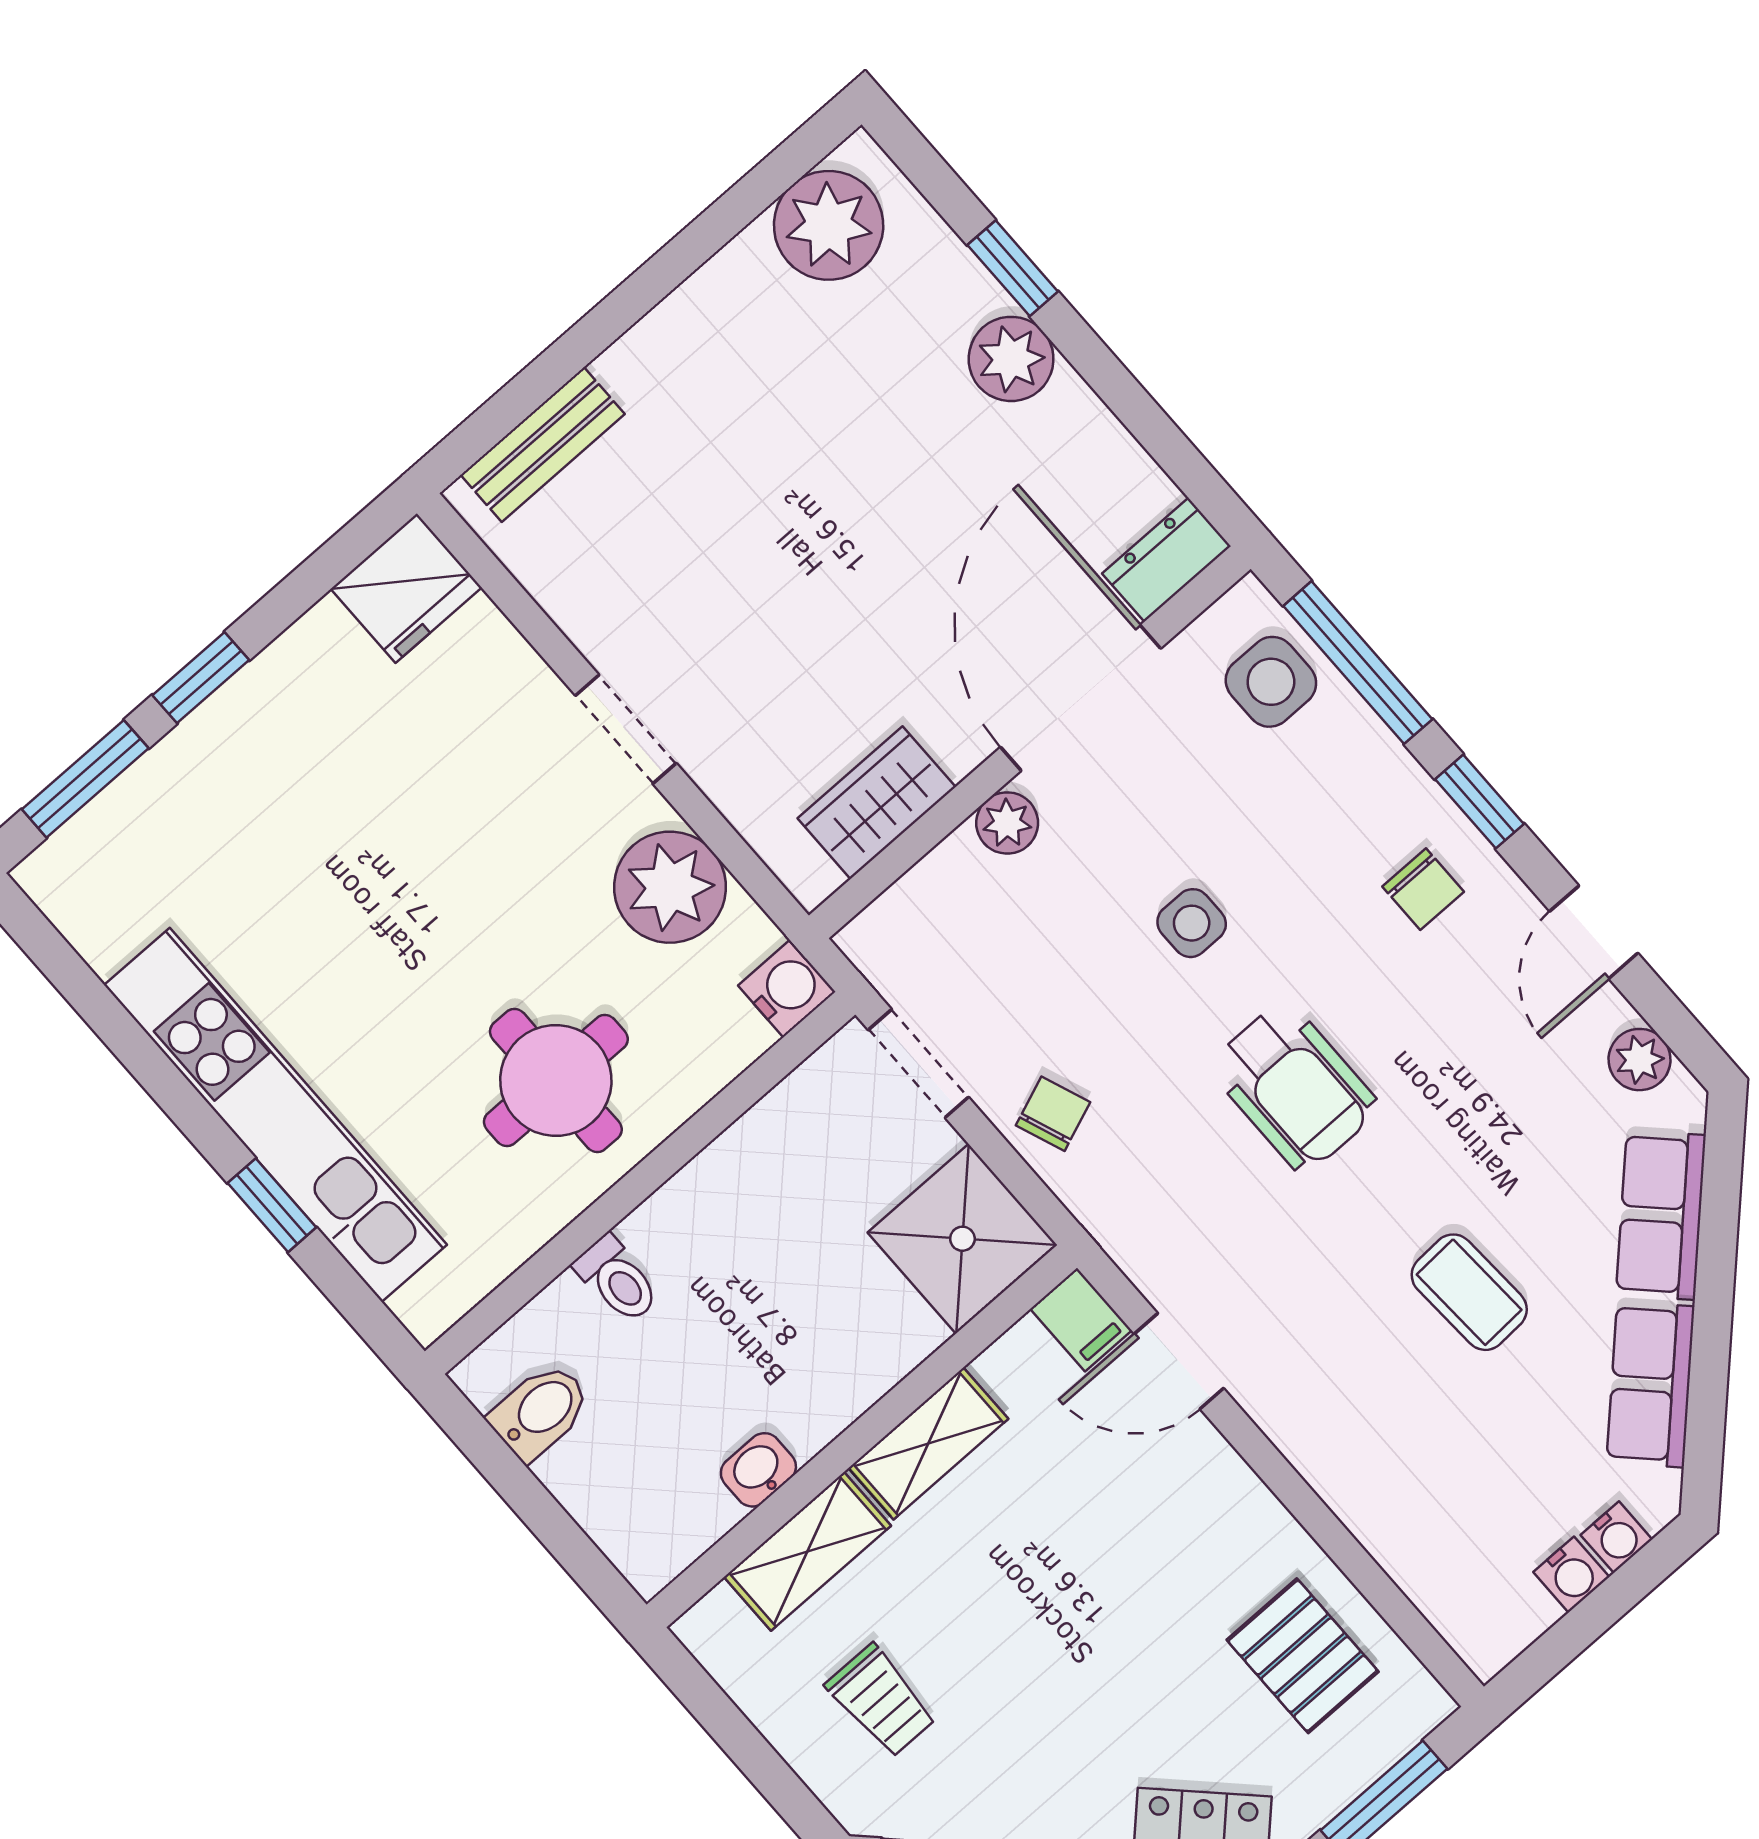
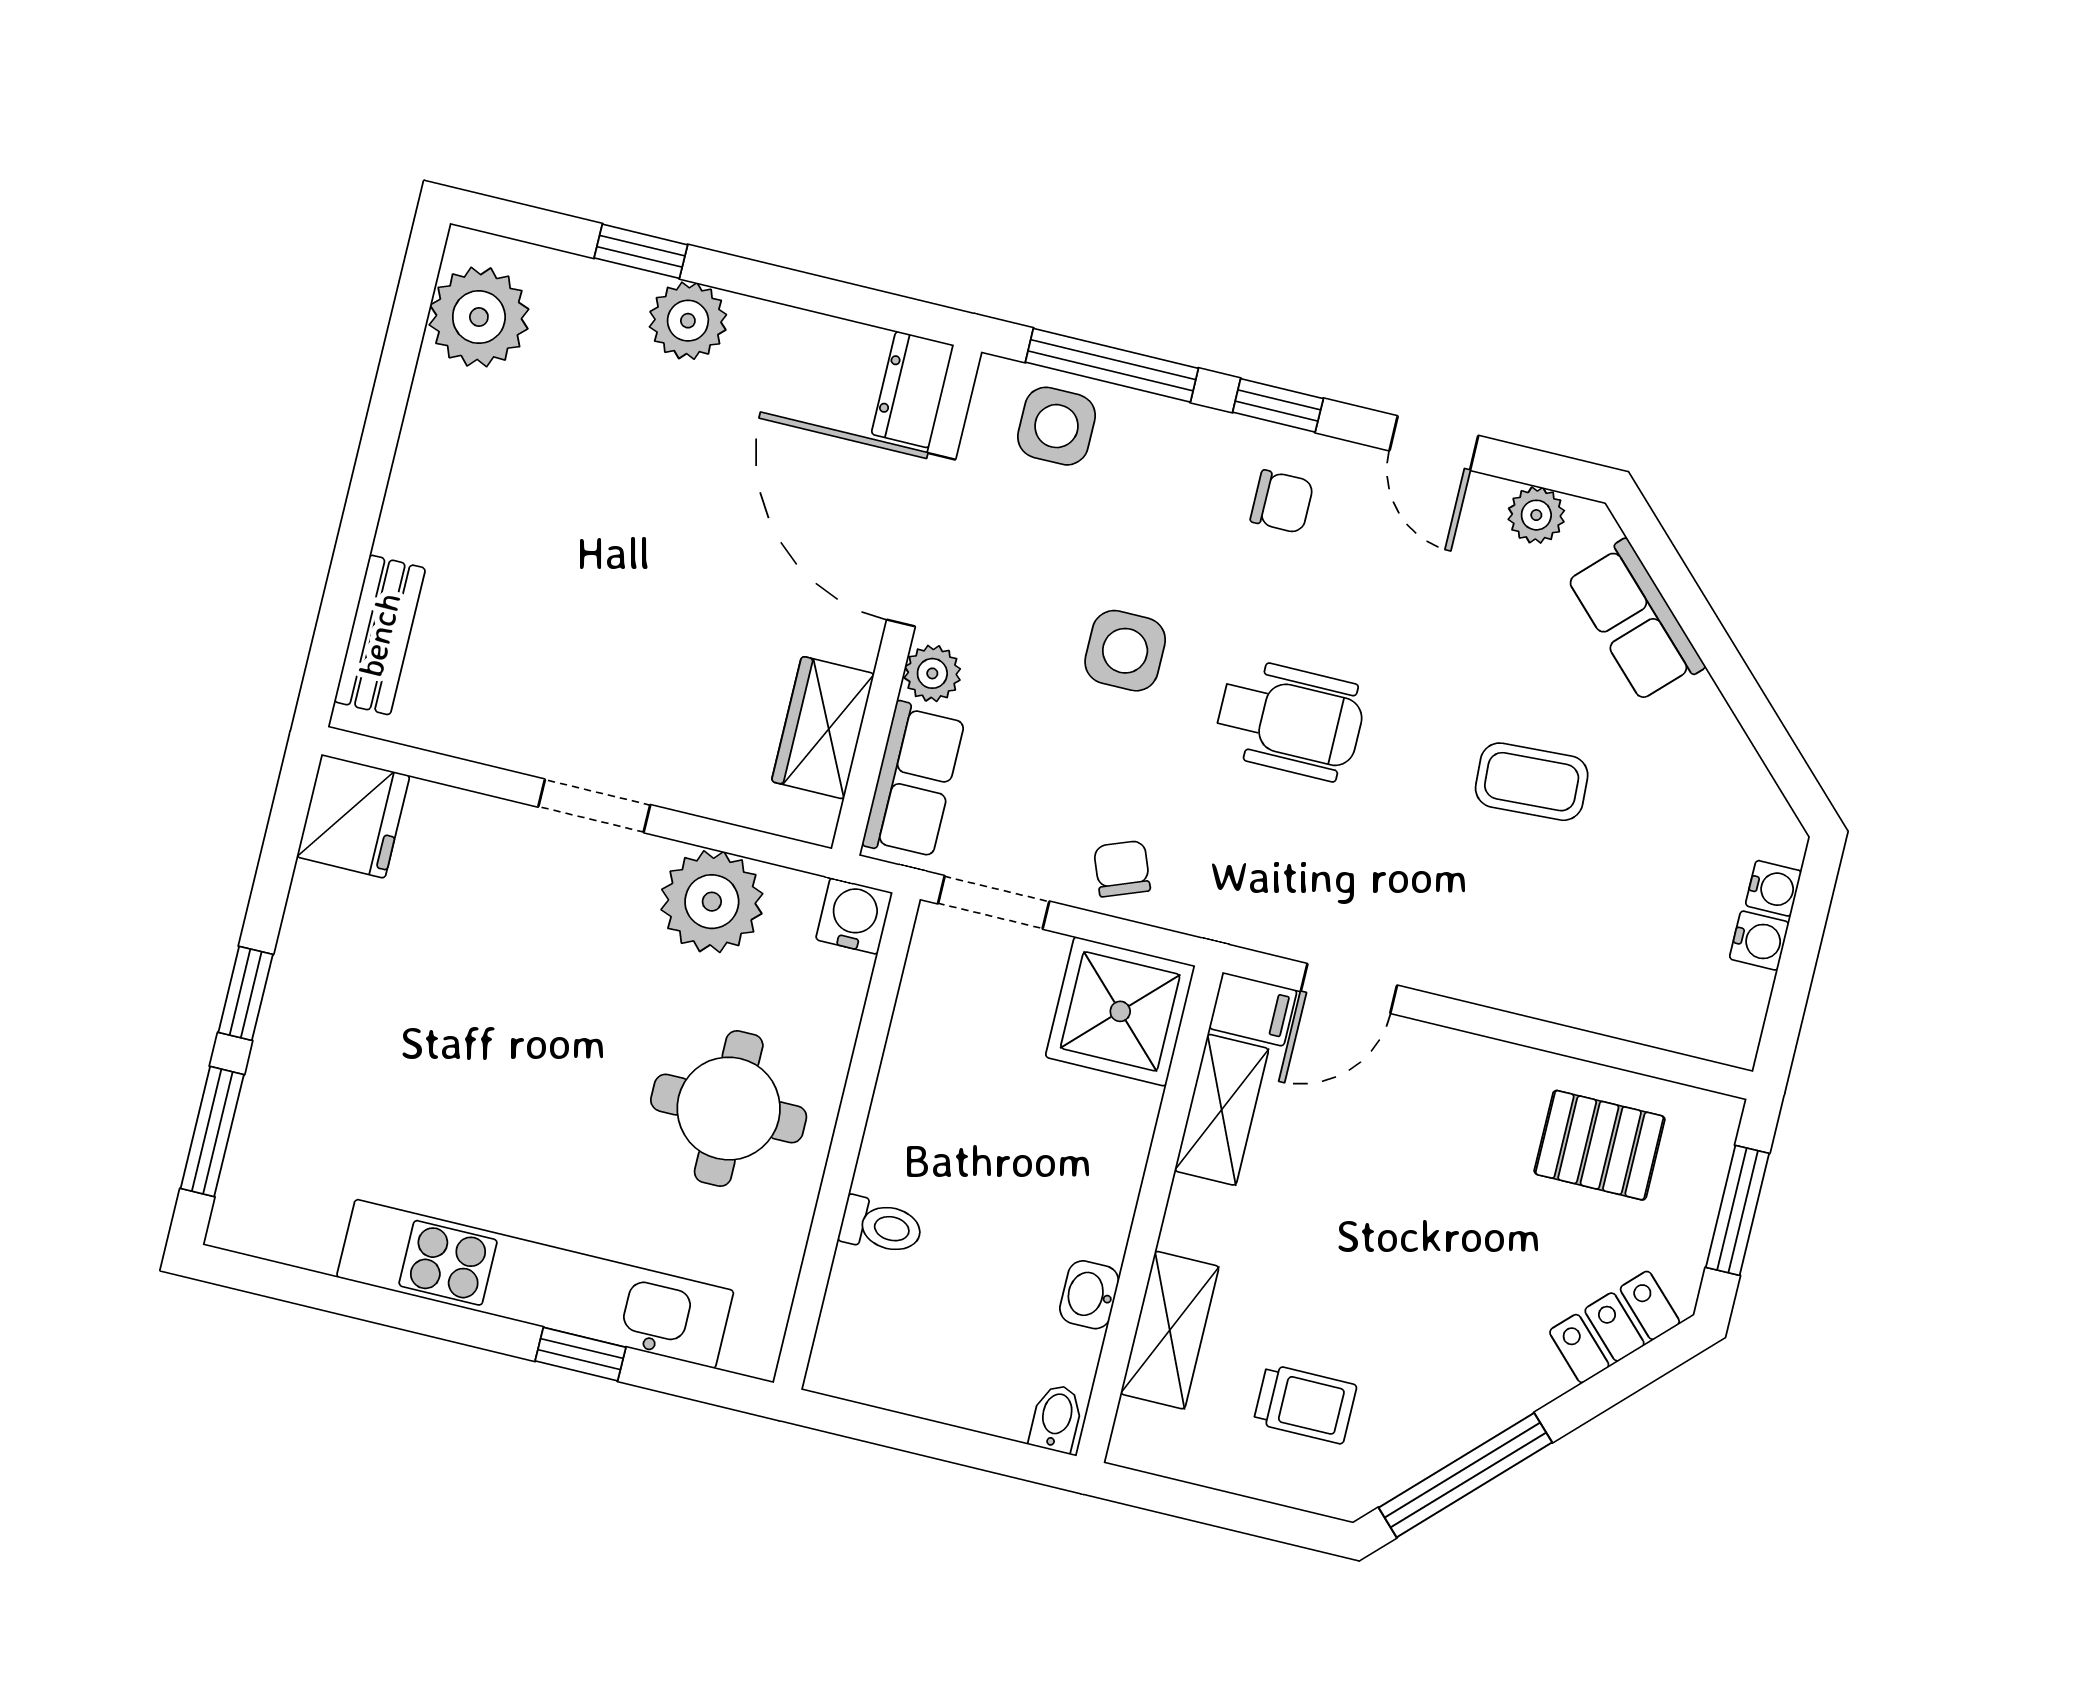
side table: (1192, 923) -> (1125, 651), width x1.37, depth x1.37
row of seats: (1650, 1384) -> (914, 781), moved, turned -135
bidet: (540, 1411) -> (1056, 1418), moved, width x0.72, depth x0.74
shelving: (928, 1443) -> (1222, 1110), moved

